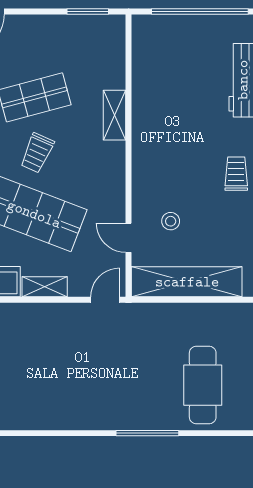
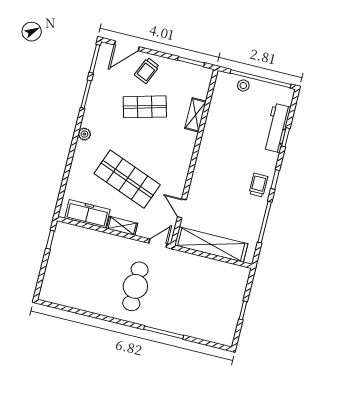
shelving: (114, 115) -> (195, 115), moved
trolley: (37, 153) -> (147, 71), moved
stool: (171, 221) -> (243, 86), moved
cafe table: (203, 385) -> (135, 286), moved

